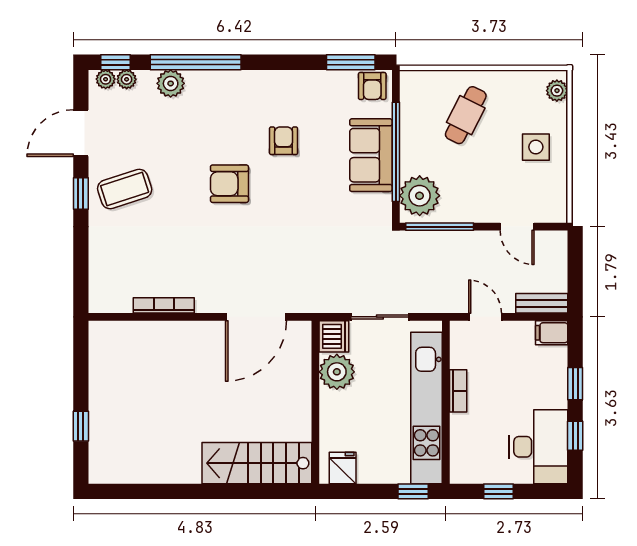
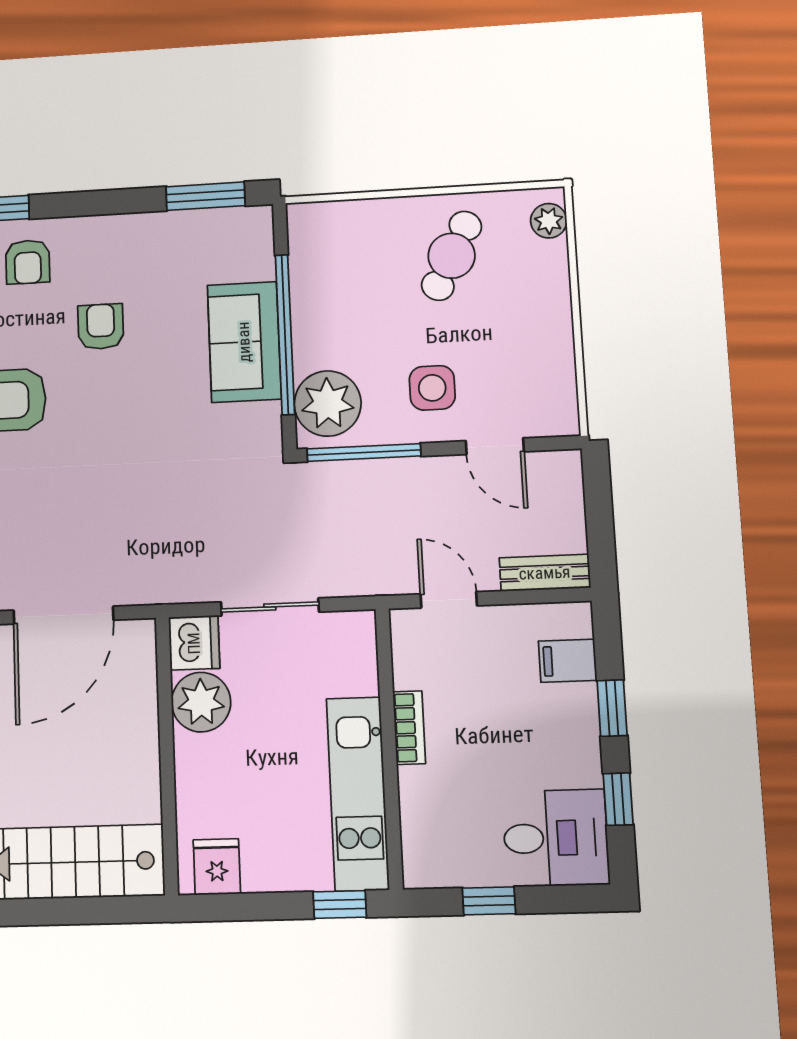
armchair: (372, 86) -> (28, 262), moved
cafe table: (466, 115) -> (452, 256), moved
side table: (536, 147) -> (432, 388), moved
filing cabinet: (552, 333) -> (568, 661), moved
kitchen unit: (427, 408) -> (358, 794), width x0.73
desk: (538, 447) -> (556, 838), width x0.73

